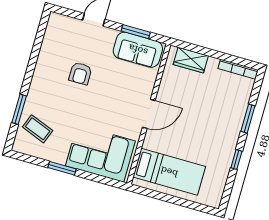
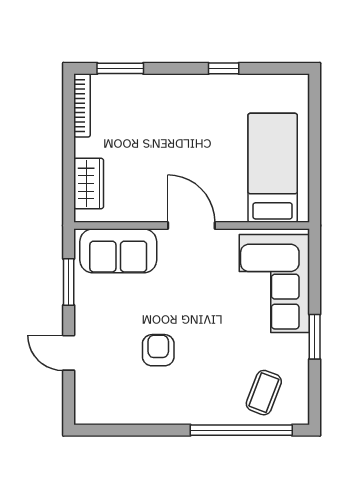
sofa: (138, 50) -> (118, 251), moved, turned 90
armchair: (80, 73) -> (158, 350), turned -90
window: (19, 109) -> (241, 430), width x2.11
window: (248, 119) -> (120, 68), moved

